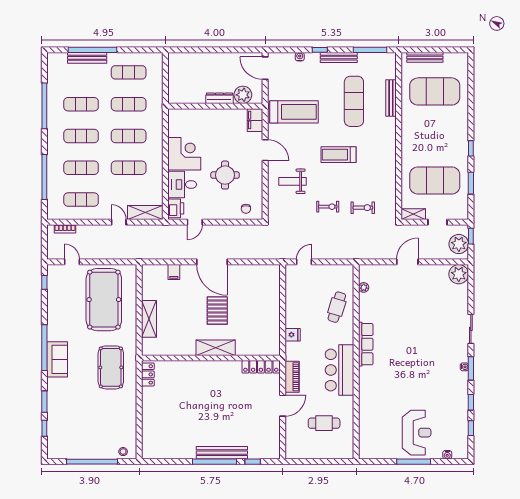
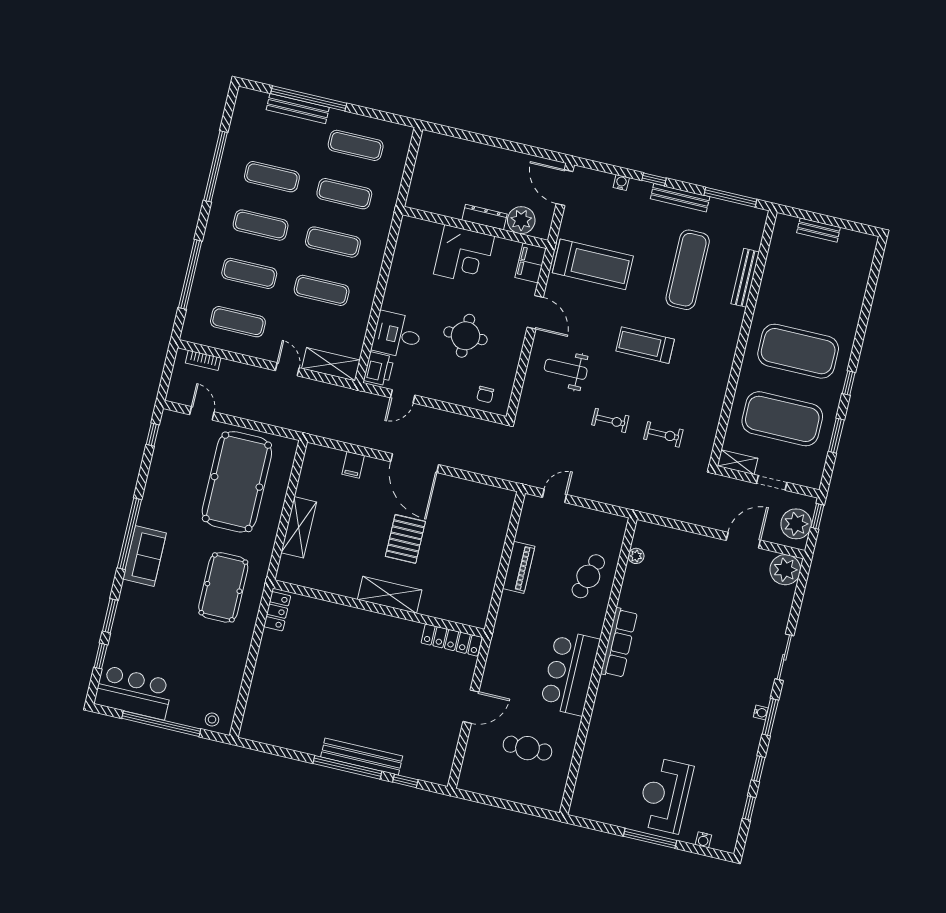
bench: (425, 57) -> (819, 230), width x0.73
exercise mat: (435, 91) -> (798, 351), moved
corner desk: (184, 154) -> (464, 255), moved, turned 90
door: (407, 262) -> (743, 540), moved
fridge: (293, 335) -> (511, 602), removed
piano: (292, 377) -> (519, 567), moved
reception desk: (417, 433) -> (665, 795), turned 180
bar counter: (70, 446) -> (134, 692), added

